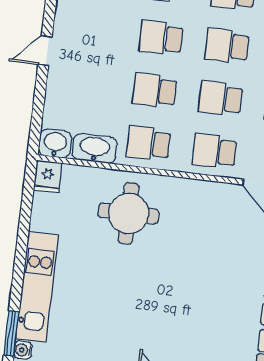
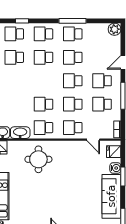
school desk: (161, 38) -> (43, 81), removed

